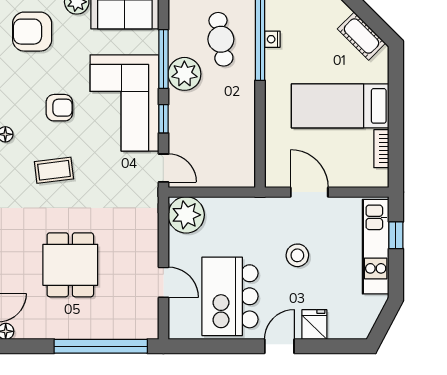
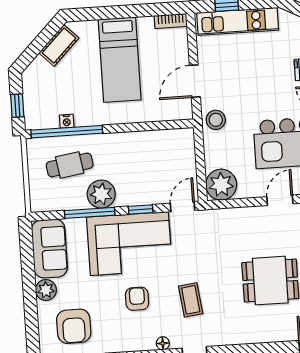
bookcase: (381, 149) -> (171, 21), moved
stool: (297, 255) -> (216, 120), moved

